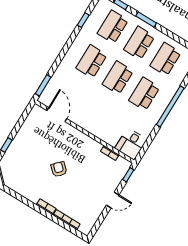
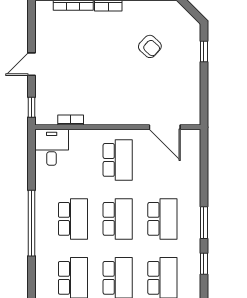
window: (43, 85) -> (204, 223), moved
school desk: (96, 112) -> (118, 160), added
armchair: (59, 169) -> (150, 46), moved

